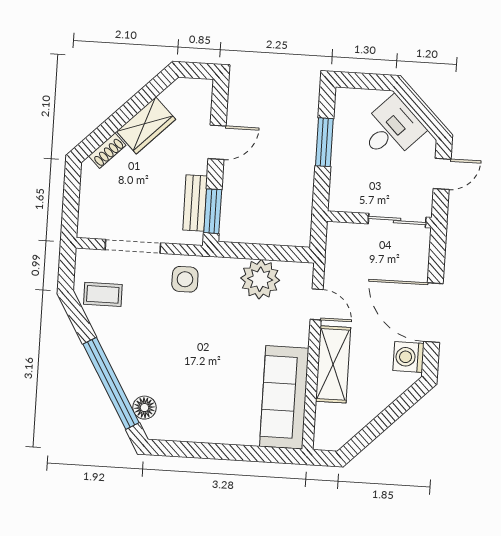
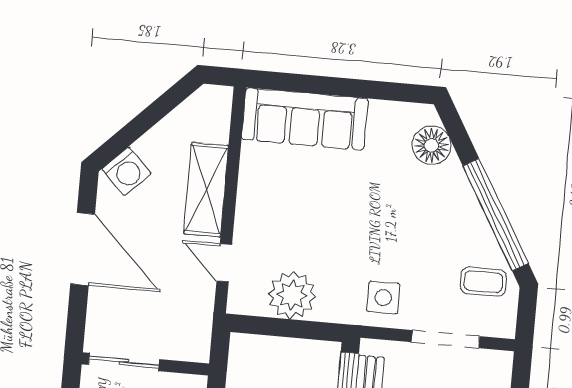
washing machine: (408, 357) -> (127, 171), moved, turned 45
window: (111, 383) -> (496, 215), moved
sofa: (284, 397) -> (305, 119), moved, turned 90
floor lamp: (144, 408) -> (432, 145), width x1.38, depth x1.38

